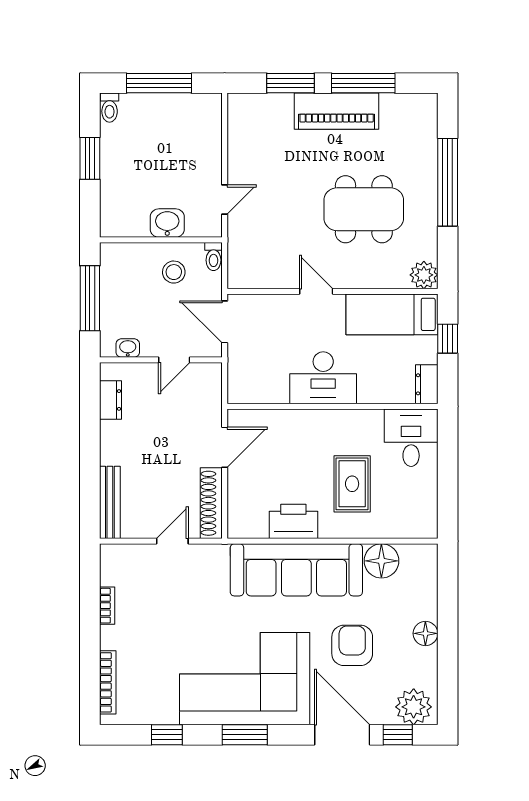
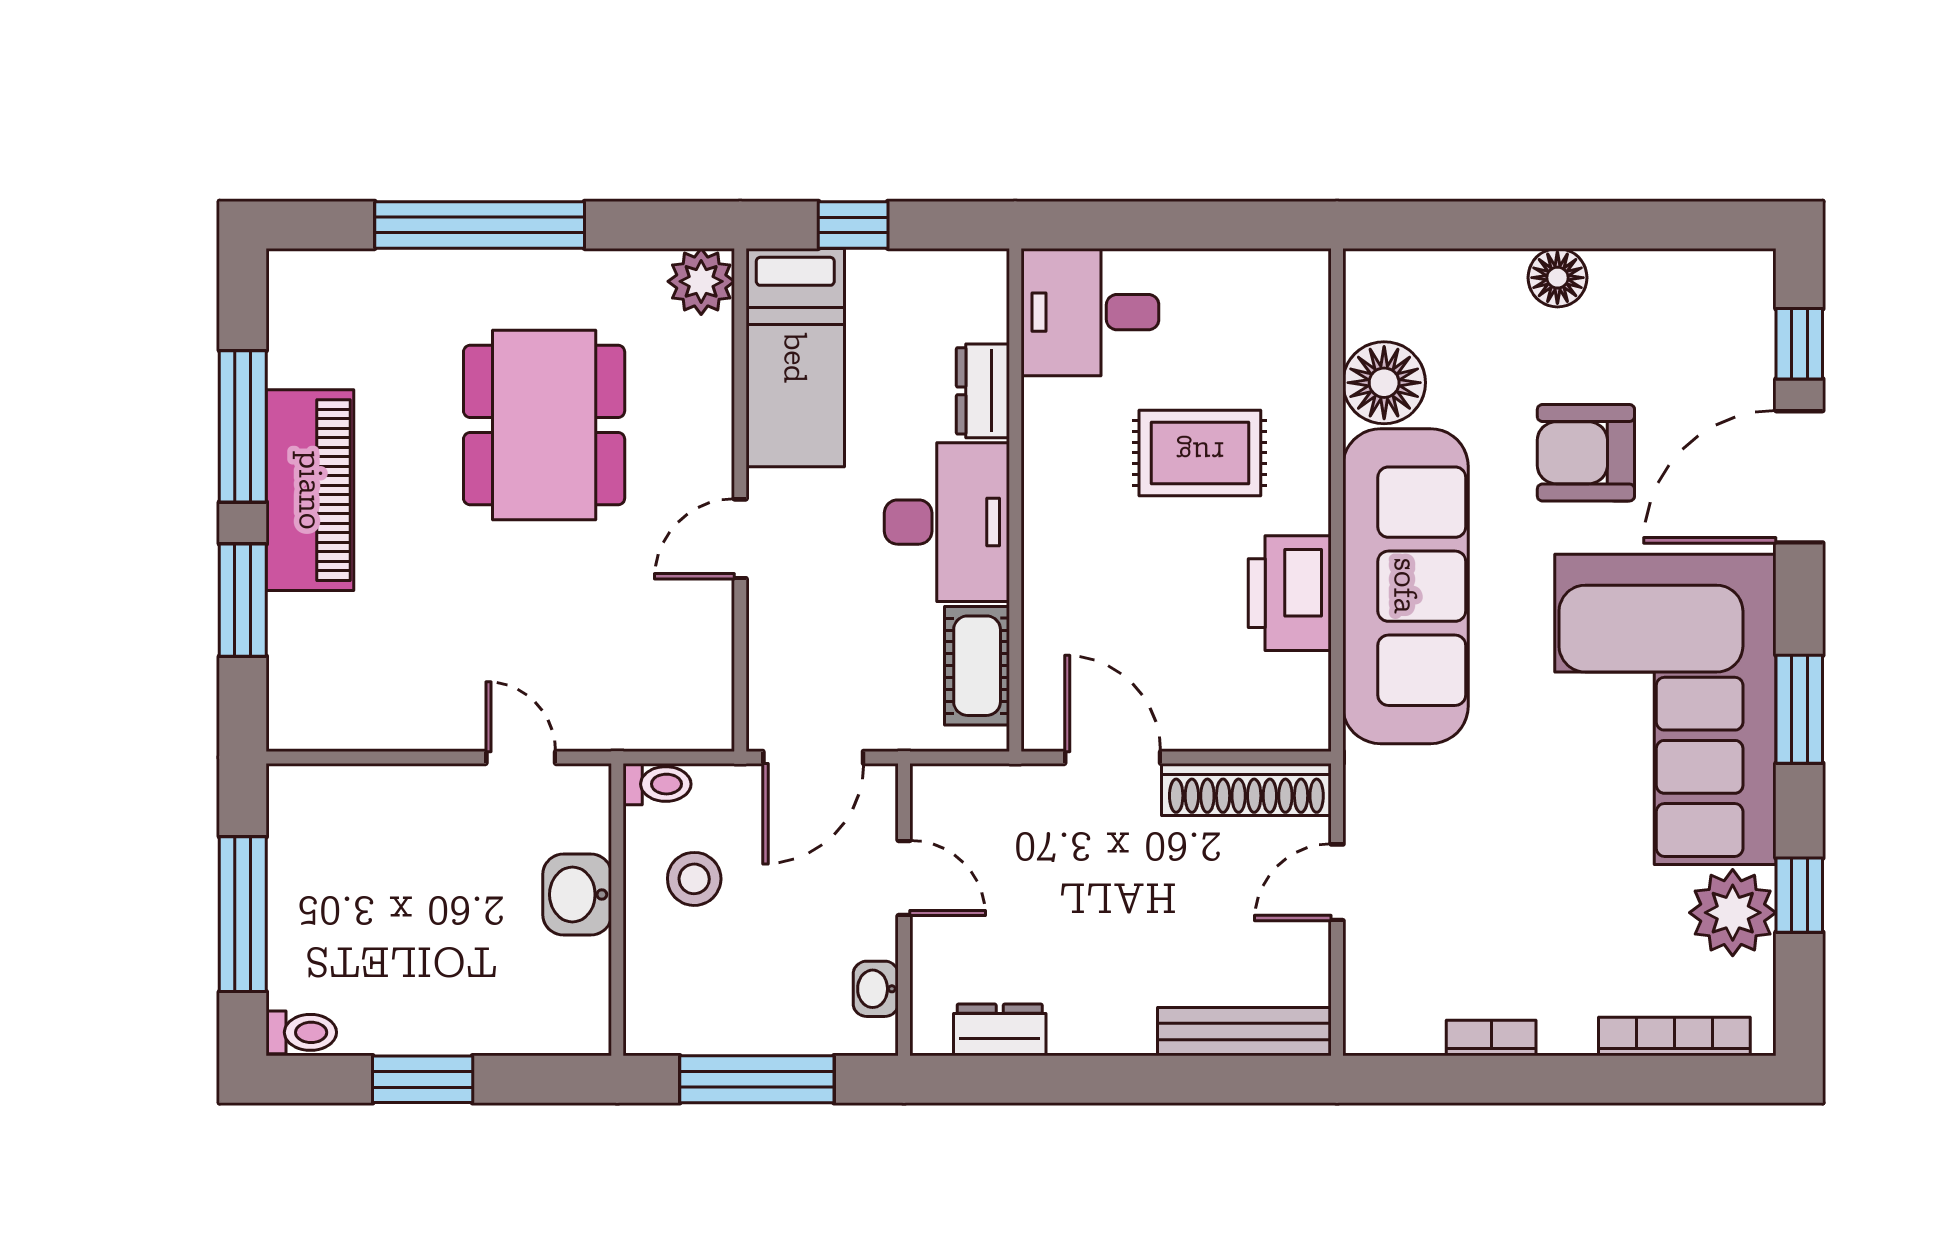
dresser: (427, 384) -> (983, 391), moved, turned 90
cot: (263, 390) -> (977, 666), added
door: (172, 541) -> (1337, 882), hinge flipped
plant: (414, 707) -> (1733, 913), moved

